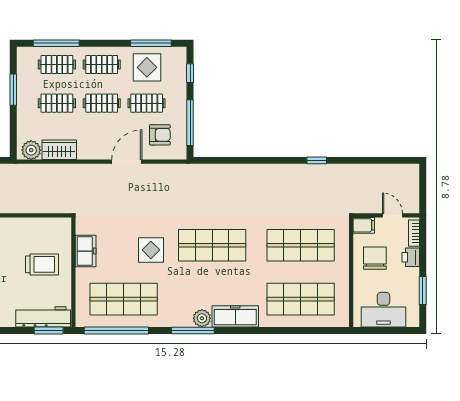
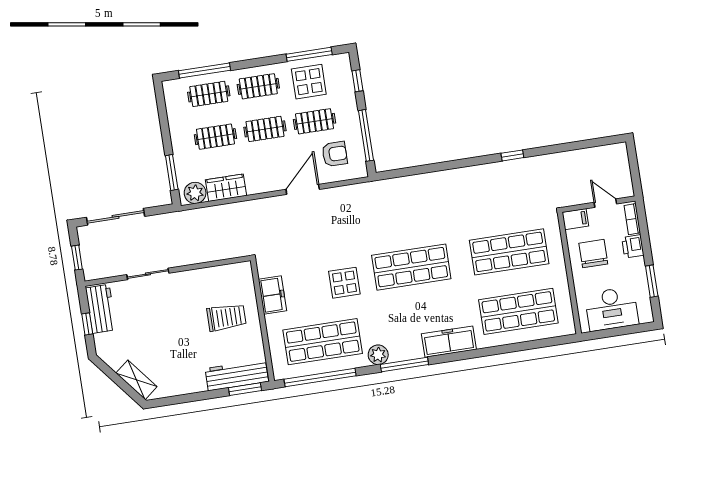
window: (13, 90) -> (172, 172), moved
plant: (202, 318) -> (378, 355), moved

